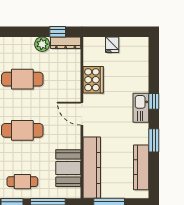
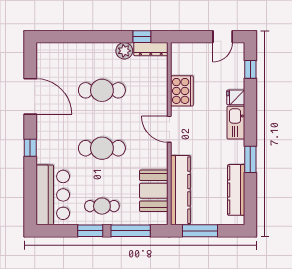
door: (129, 32) -> (223, 37), added
fridge: (112, 45) -> (236, 97), moved, turned 90
window: (154, 101) -> (250, 69), moved

